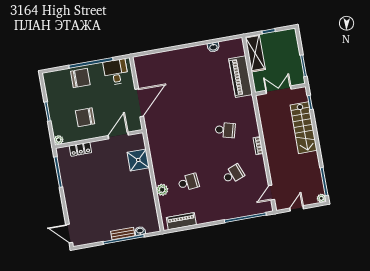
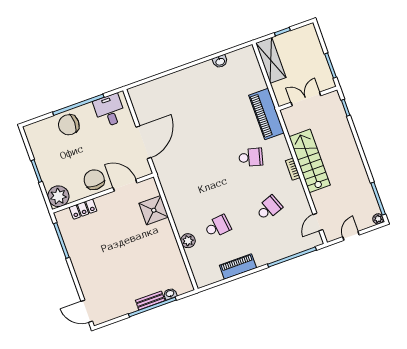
piano: (241, 77) -> (267, 114), moved
chair: (80, 78) -> (69, 125), turned 180
chair: (85, 117) -> (94, 180), moved, turned 90
stairs: (304, 128) -> (310, 161), moved, turned 180
door: (118, 135) -> (125, 185), hinge flipped
plant: (59, 140) -> (58, 196), width x1.88, depth x1.88
piano: (181, 221) -> (238, 267), moved

